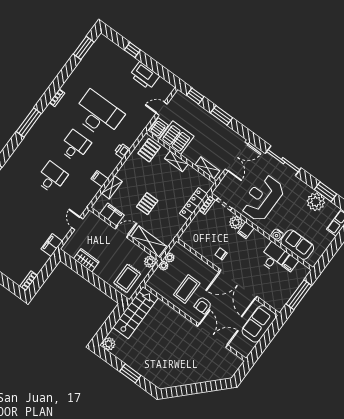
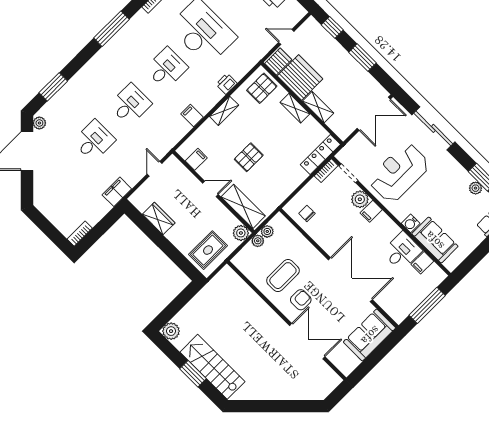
shelving: (207, 168) -> (318, 107), moved
shelving: (112, 187) -> (224, 111), moved
plant: (316, 202) -> (476, 188), width x0.53, depth x0.53
locker: (193, 204) -> (320, 155), moved
desk: (29, 209) -> (94, 141), added
filing cabinet: (112, 214) -> (196, 159), width x0.50
chair: (221, 254) -> (307, 213), moved
double door: (238, 284) -> (350, 280), swing flipped
armchair: (203, 305) -> (301, 300), turned 180
stairs: (136, 313) -> (212, 367), moved, turned -90

